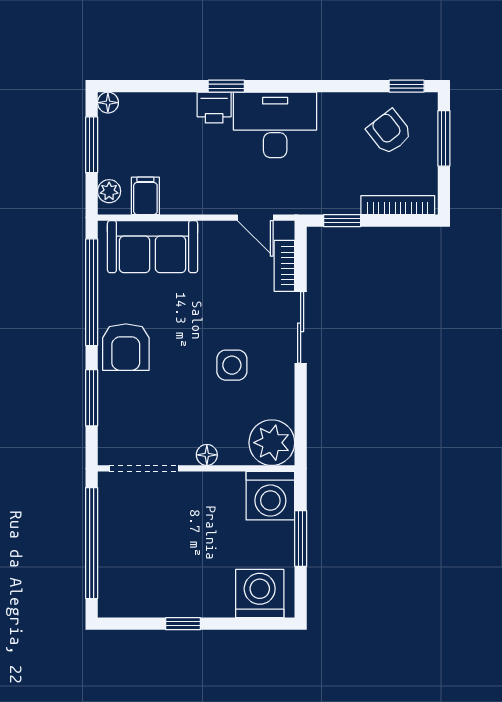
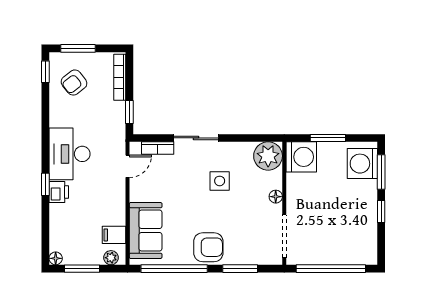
window: (246, 624) -> (381, 172), added

